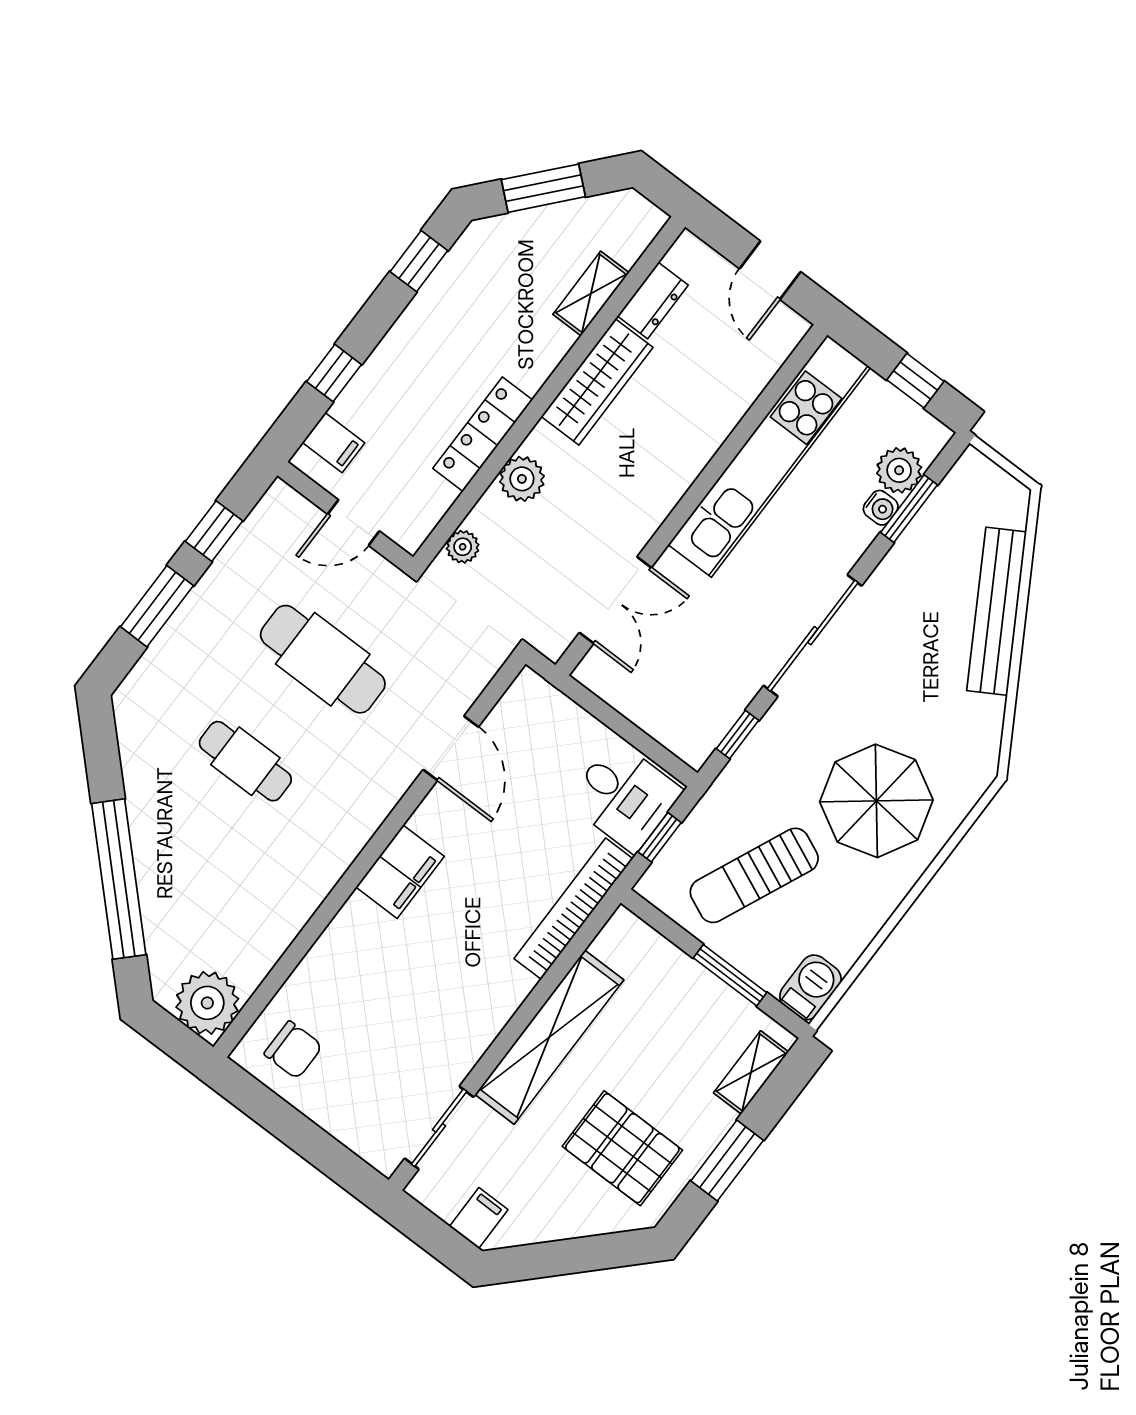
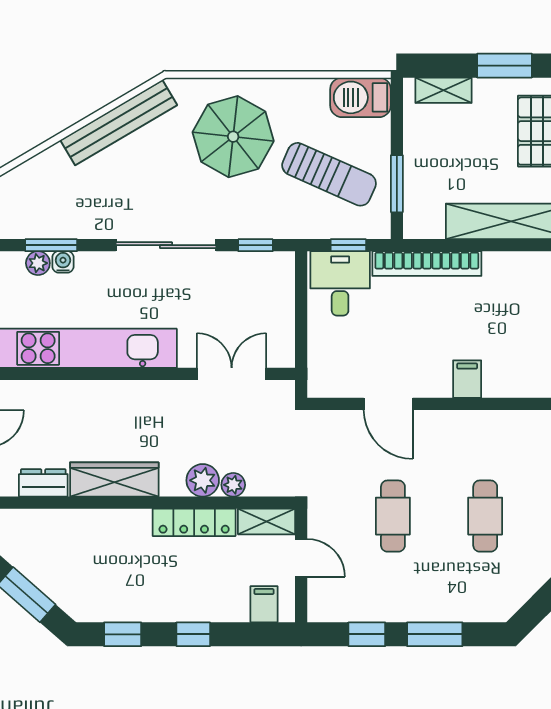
shelving: (591, 294) -> (267, 521), moved
window: (334, 373) -> (193, 634), moved
plant: (899, 470) -> (38, 263), width x0.73, depth x0.73
plant: (463, 547) -> (233, 485), moved
bench: (997, 611) -> (119, 123), moved
cafe table: (323, 659) -> (393, 516), width x0.73, depth x0.74
door: (451, 748) -> (388, 404), swing flipped
filing cabinet: (400, 872) -> (467, 379), width x0.50
window: (730, 975) -> (397, 184), moved
barbecue: (810, 987) -> (361, 97), width x1.38, depth x1.27

